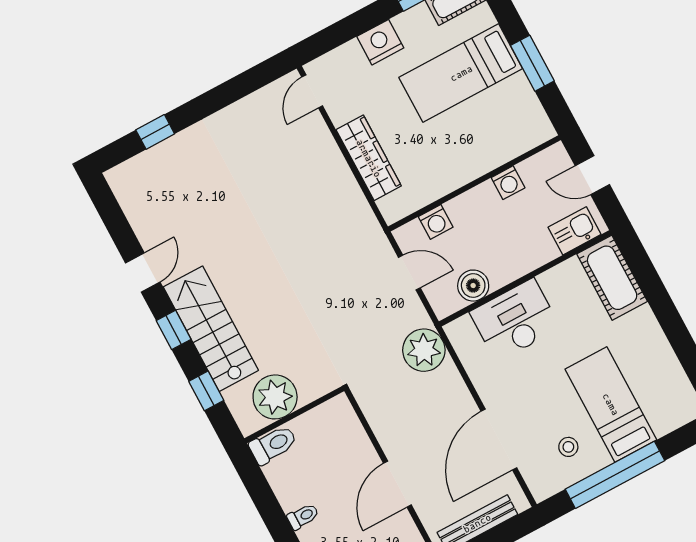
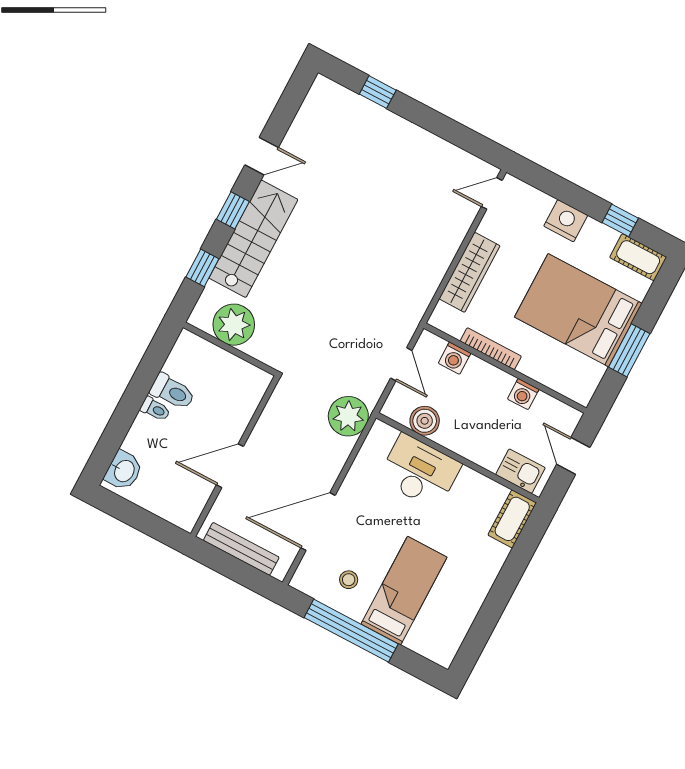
bed: (461, 73) -> (578, 310), width x1.50
bookcase: (449, 184) -> (491, 349), added
cot: (612, 278) -> (512, 519), width x0.73, depth x0.75
toilet: (273, 445) -> (172, 392), moved

